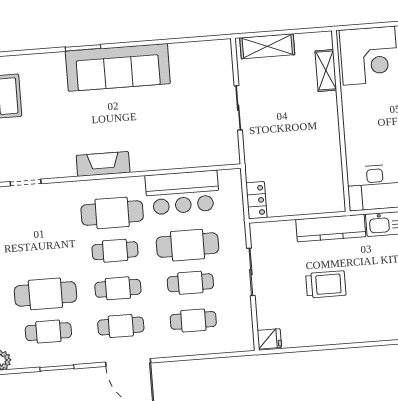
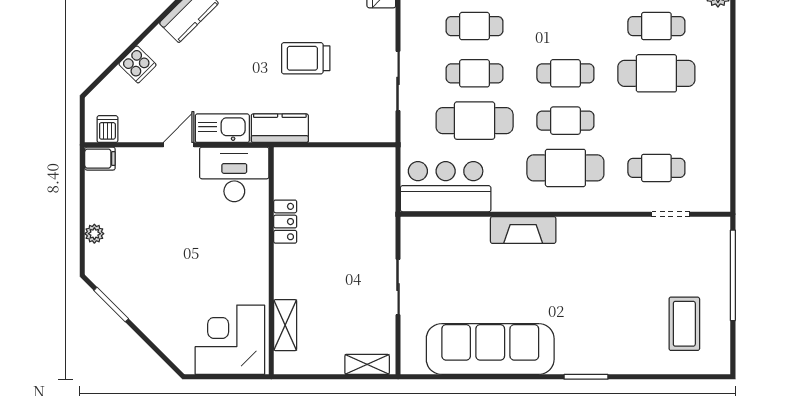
shelving: (267, 46) -> (367, 364), width x0.67, depth x0.75
sofa: (118, 67) -> (490, 349), moved
fireplace: (103, 164) -> (523, 230), moved
bar counter: (182, 193) -> (446, 187), moved
locker: (256, 200) -> (285, 222), moved, turned 180
kitchen counter: (331, 228) -> (280, 128), width x0.67
cafe table: (121, 326) -> (656, 168), moved

